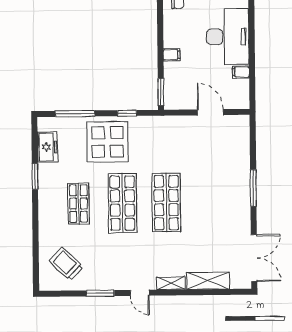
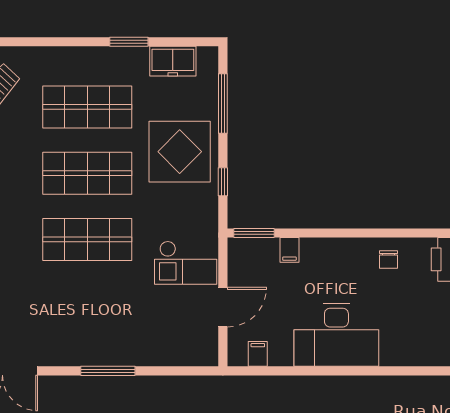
filing cabinet: (172, 55) -> (289, 250), moved
filing cabinet: (241, 72) -> (258, 354), moved
checkout: (181, 137) -> (186, 263), added
shop shelf: (78, 204) -> (87, 107), width x1.43, depth x1.36

